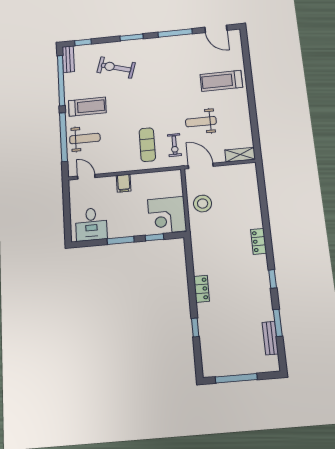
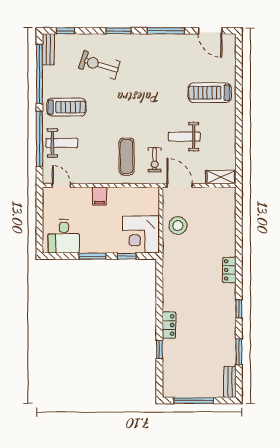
locker: (202, 289) -> (169, 325), moved
bench: (270, 338) -> (230, 382), moved

